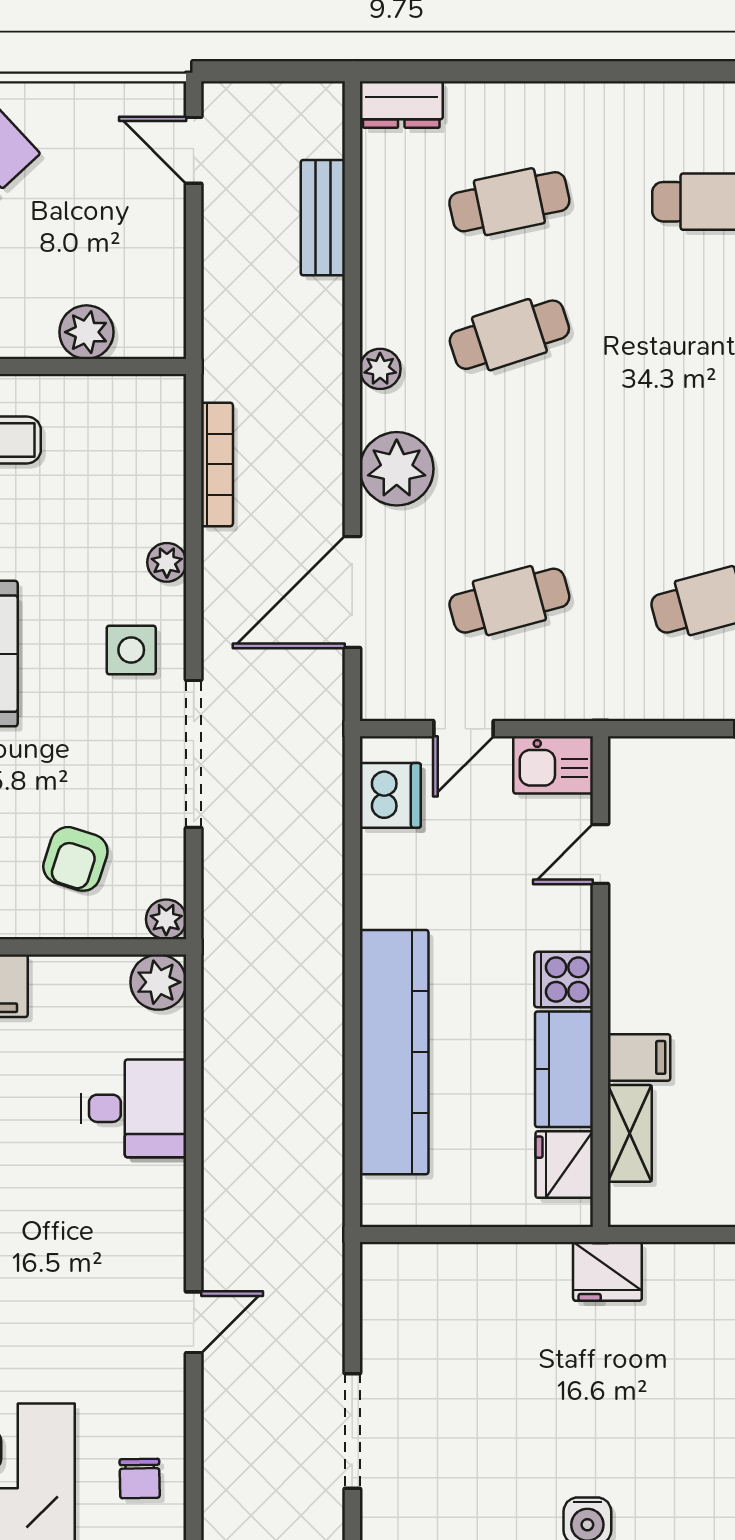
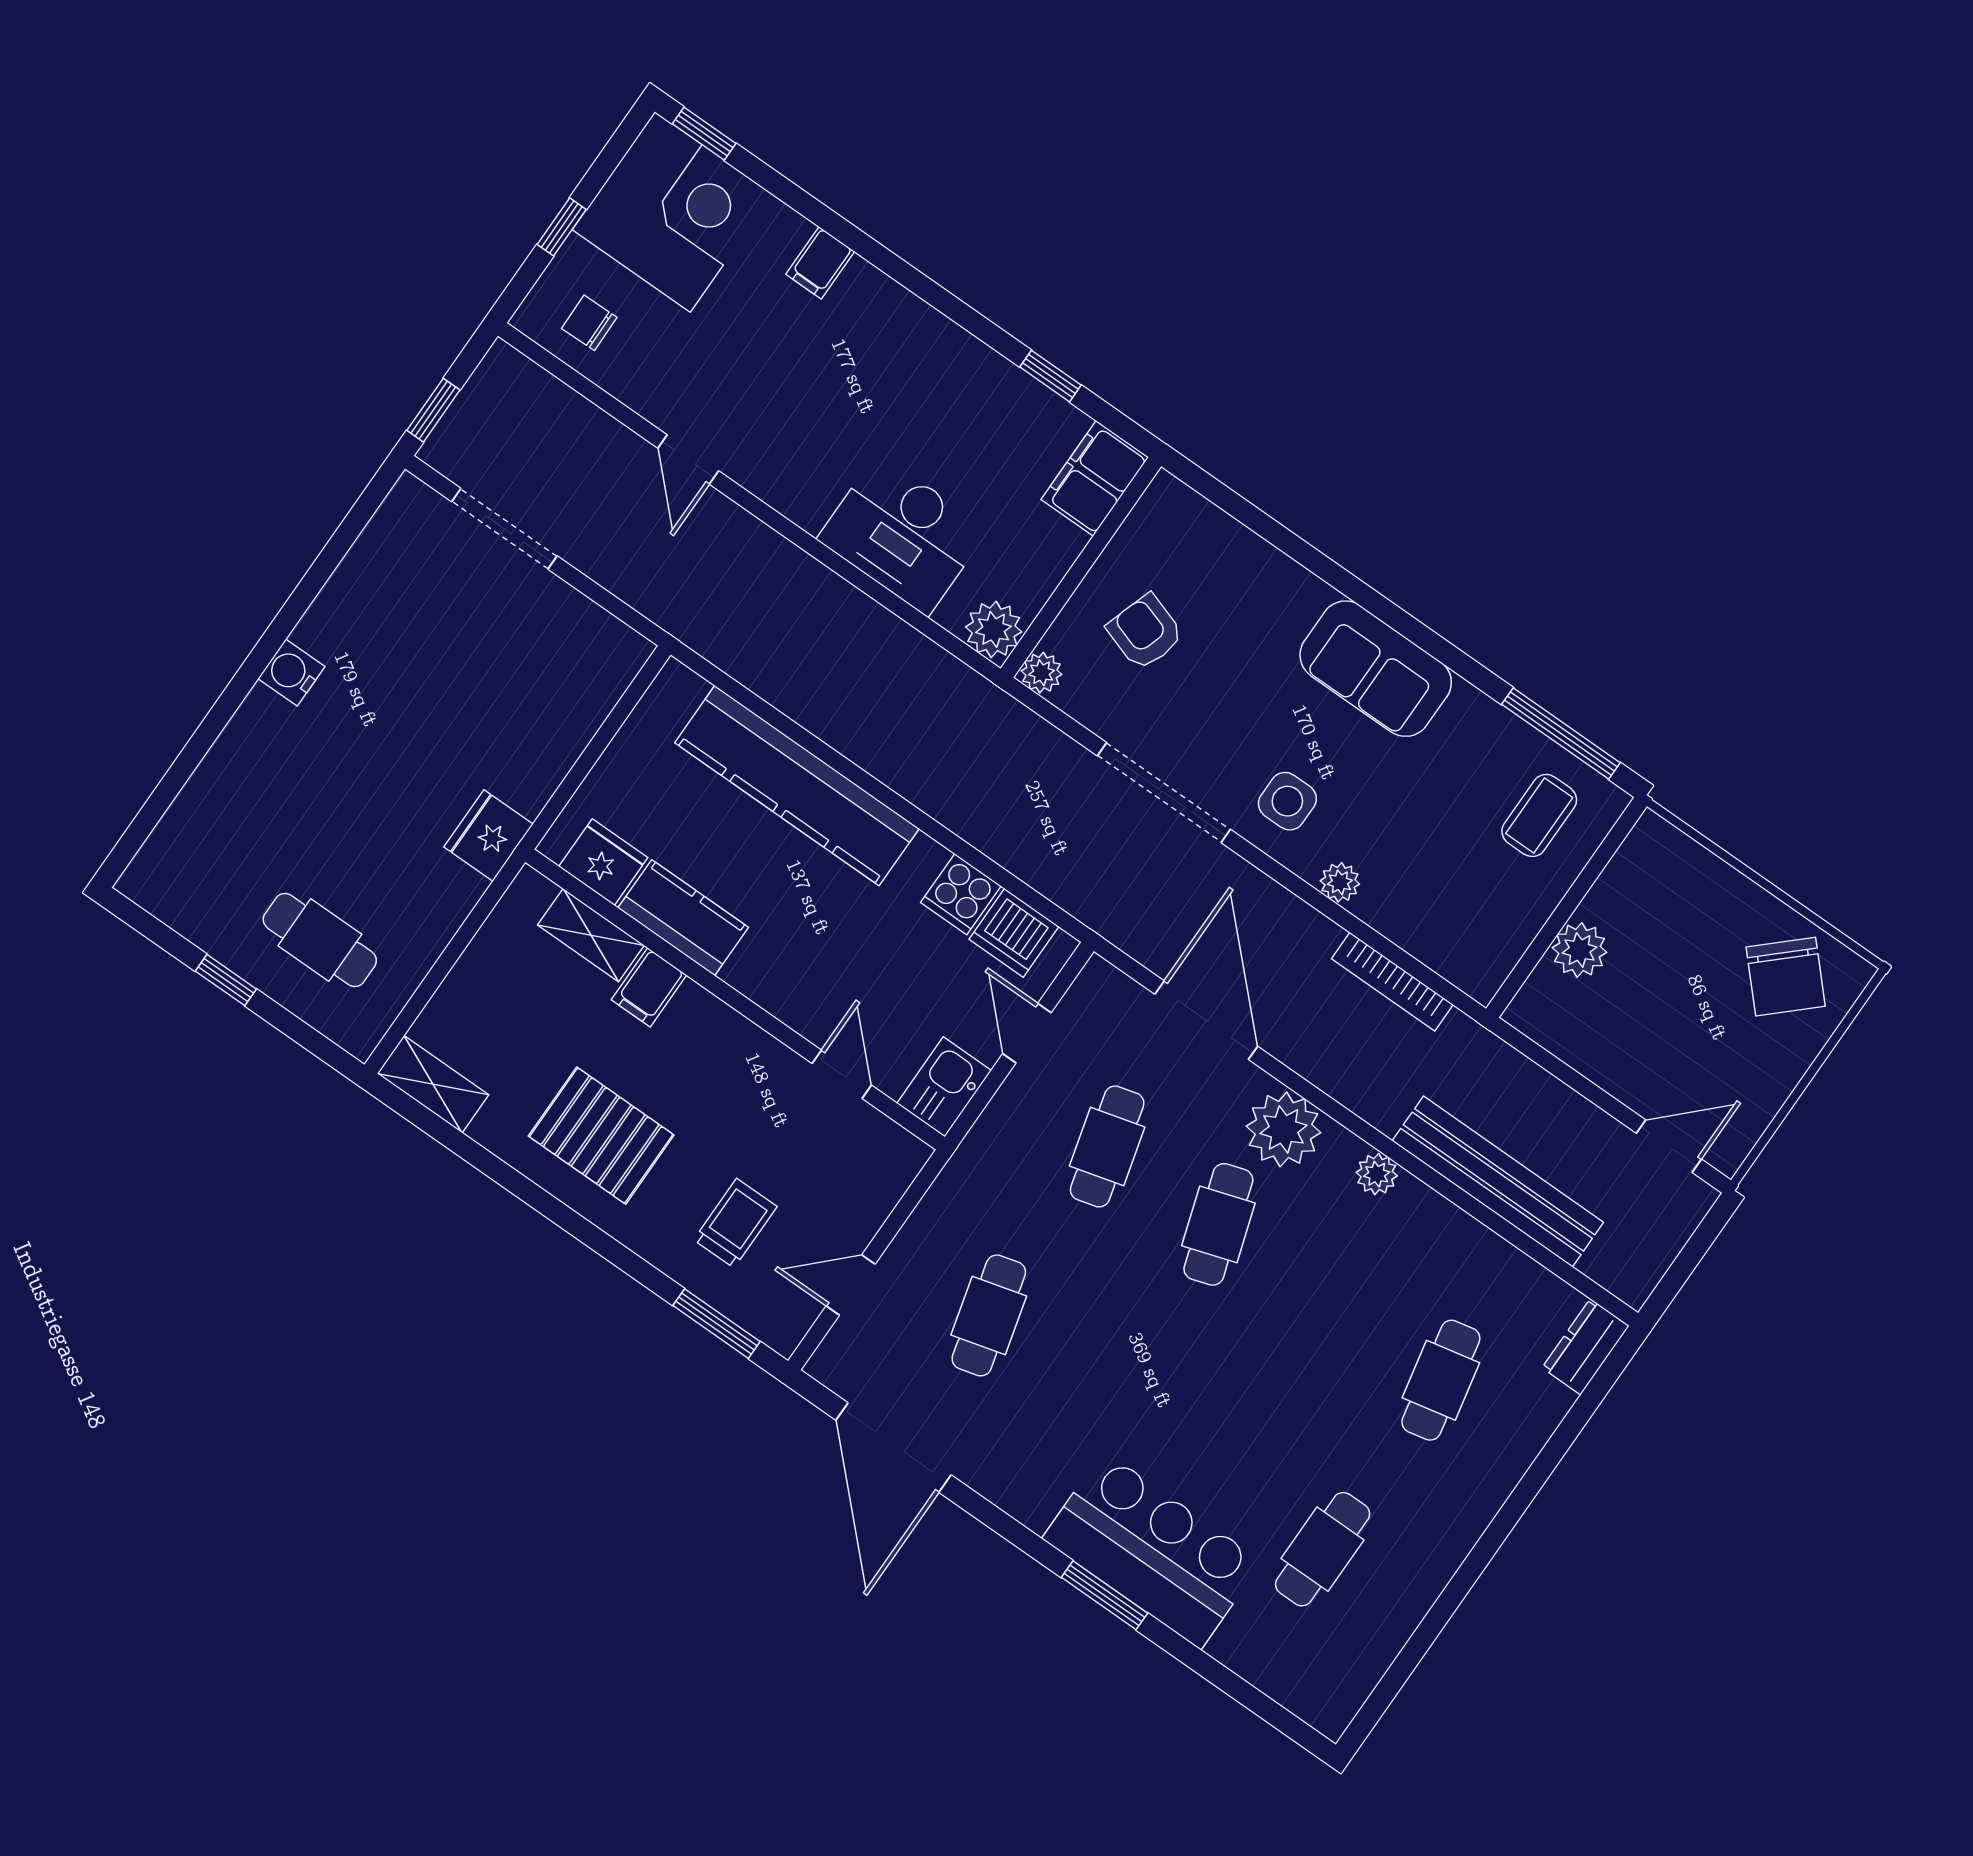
bench: (323, 218) -> (1498, 1182), width x1.86, depth x1.21
cafe table: (509, 335) -> (1218, 1224), moved
cooker: (564, 980) -> (961, 894), moved, turned 180
desk: (133, 1108) -> (903, 534), width x1.37

